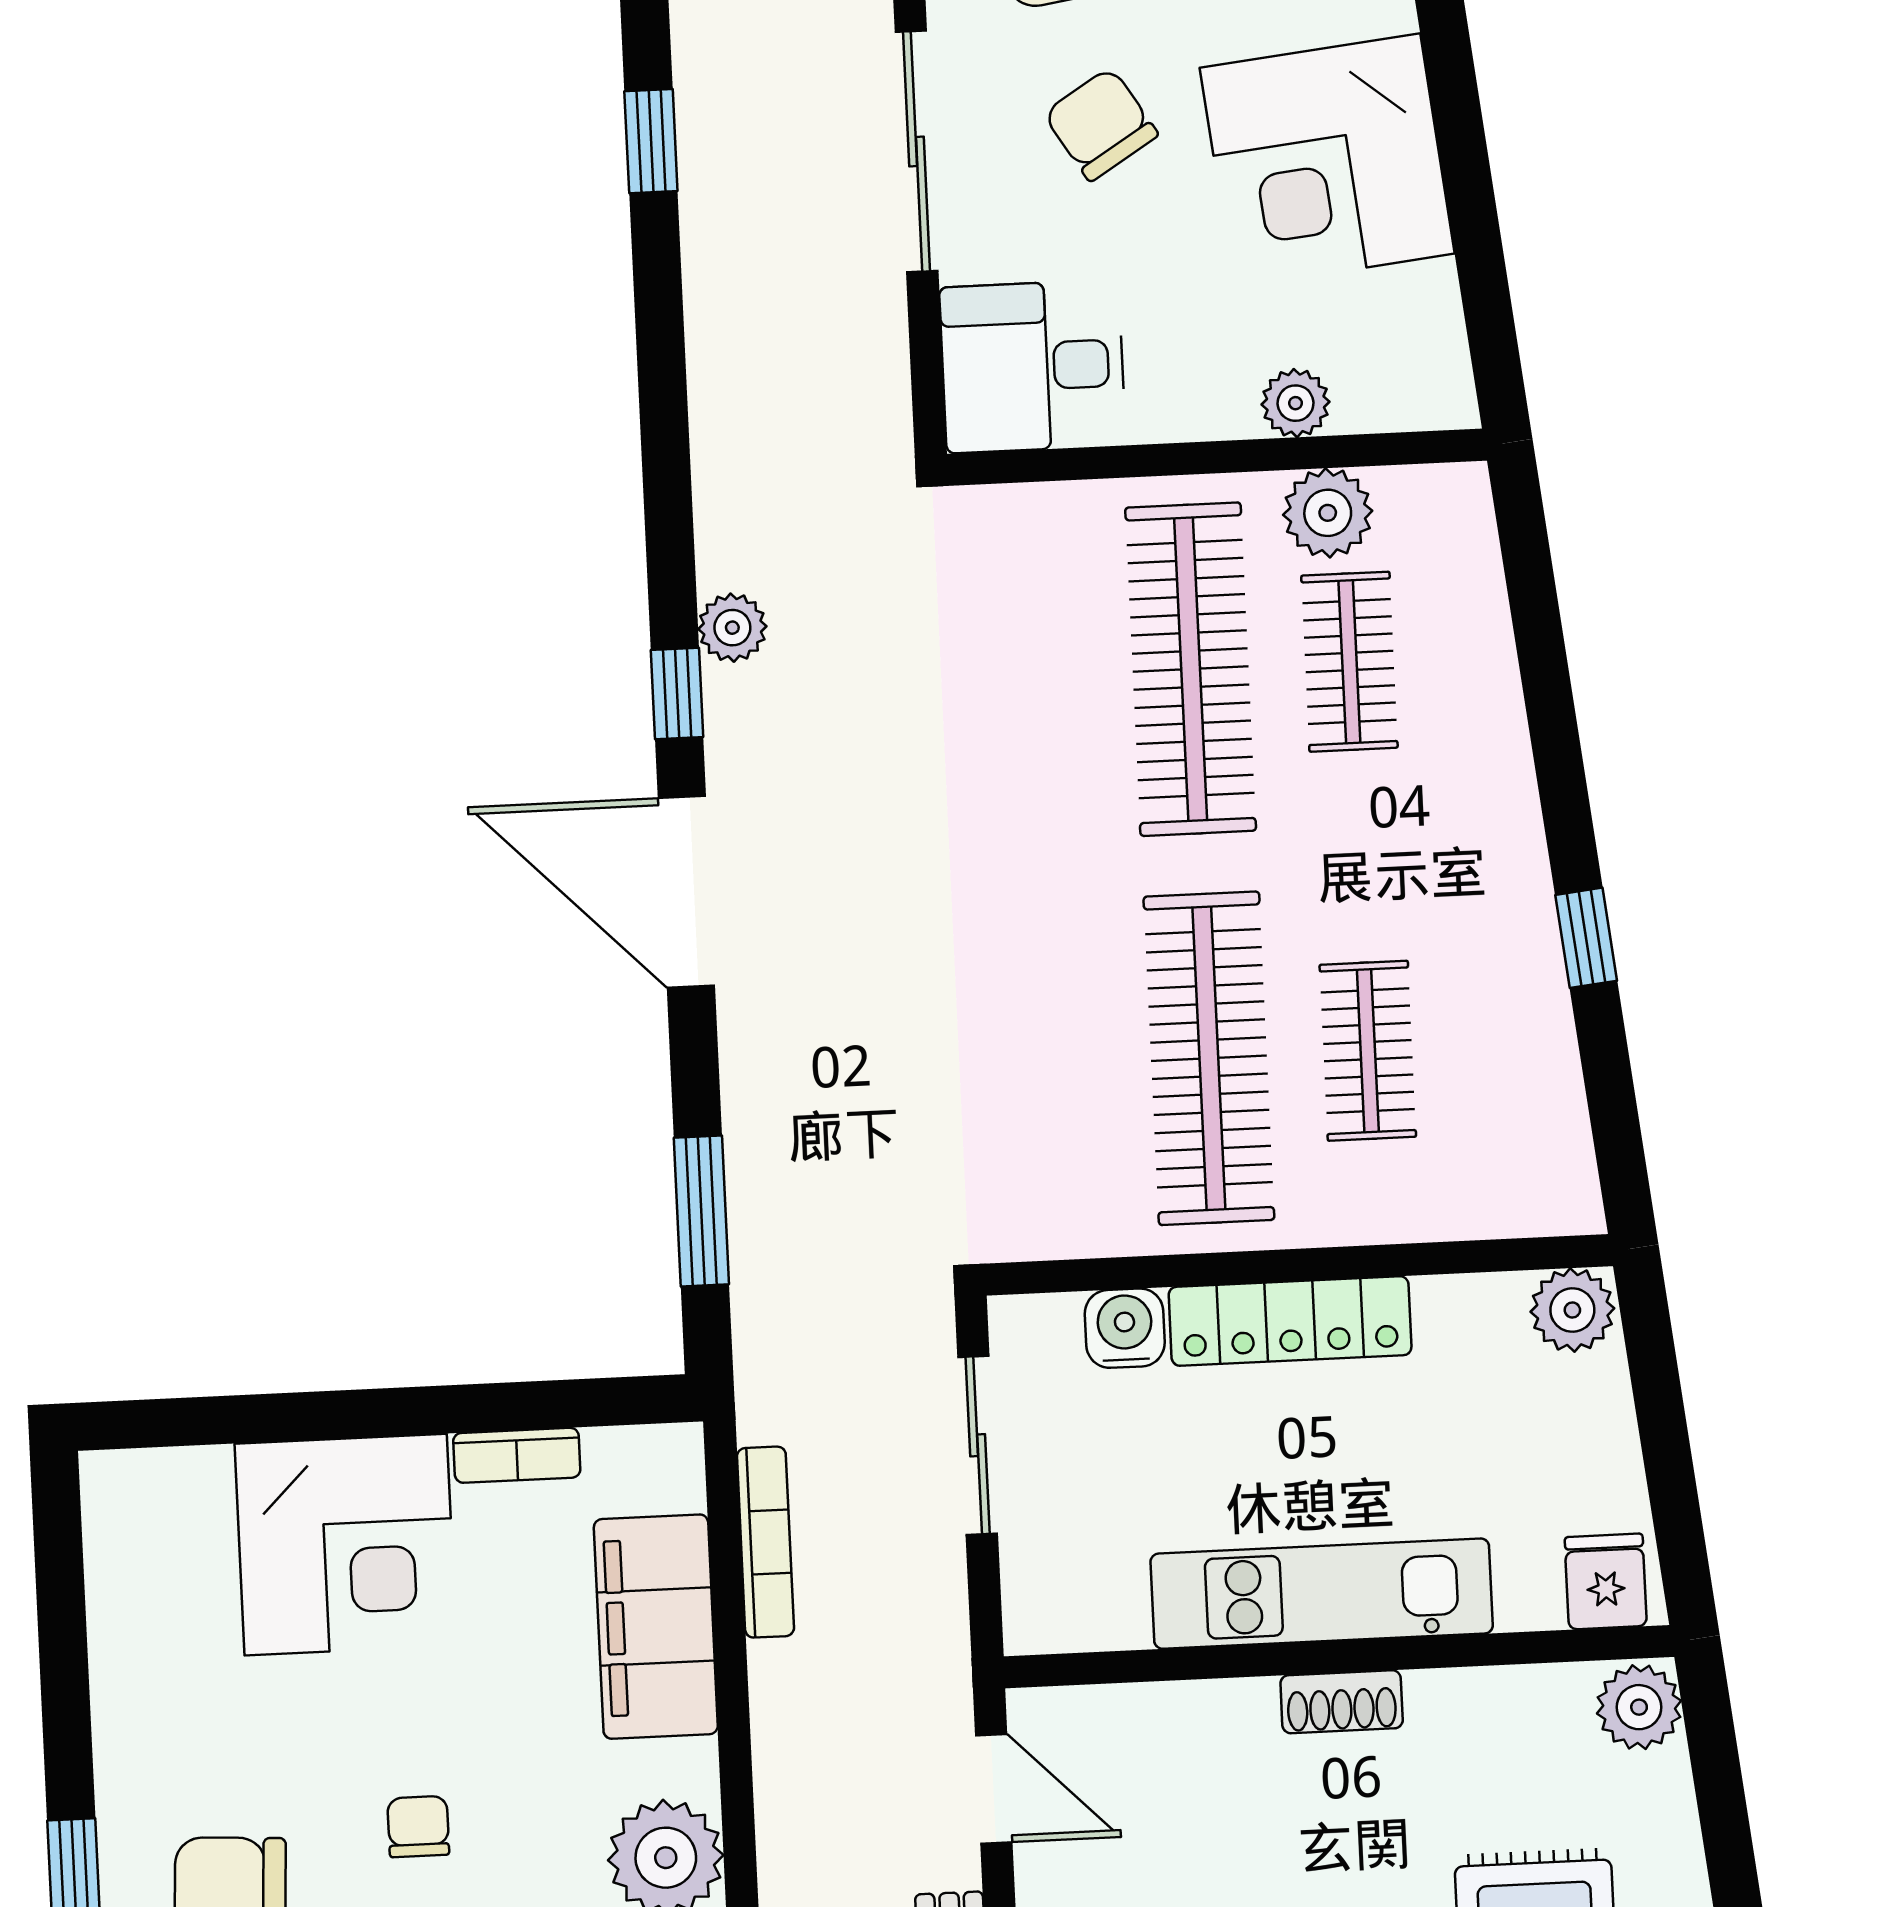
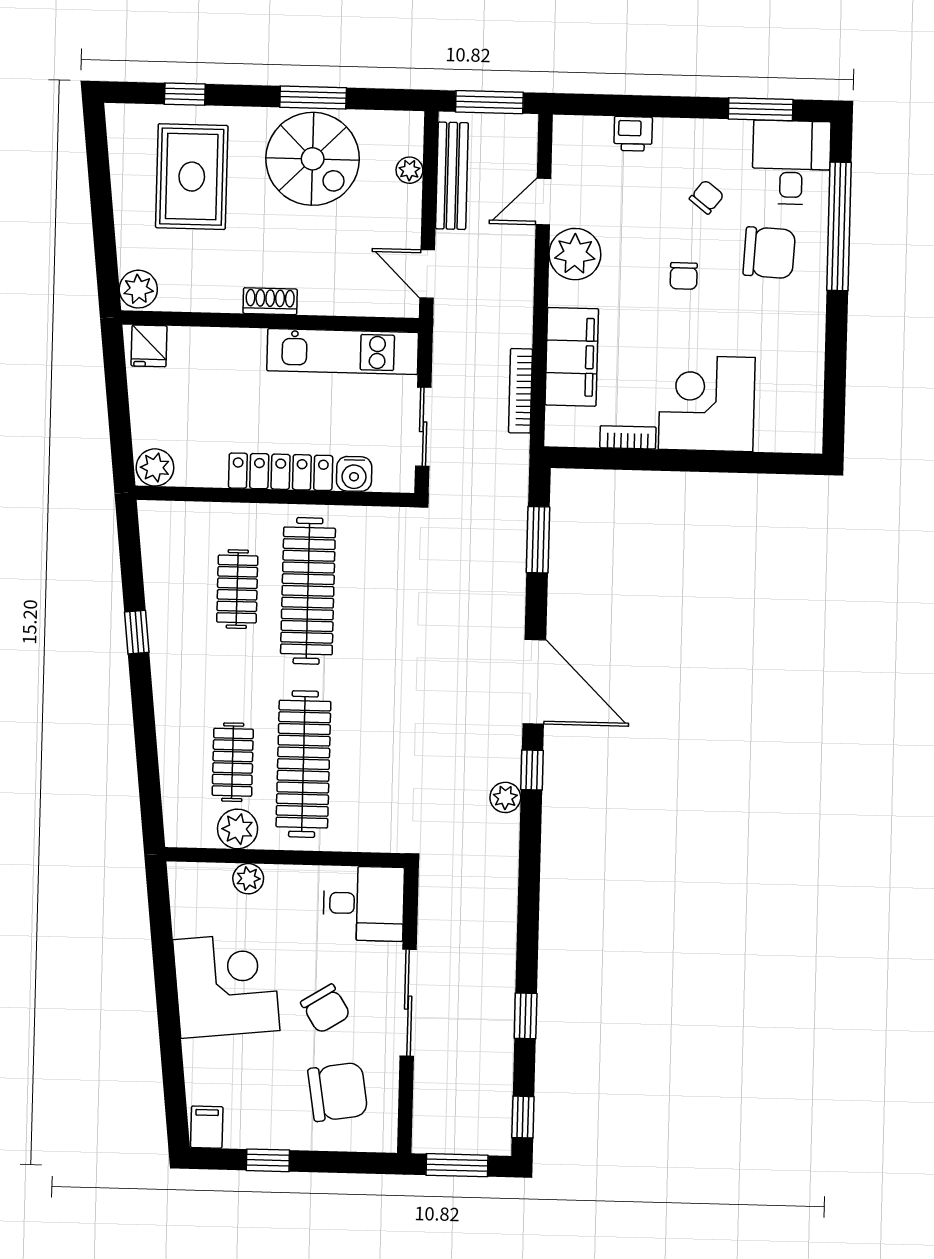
kitchen unit: (1322, 1594) -> (343, 352), moved

